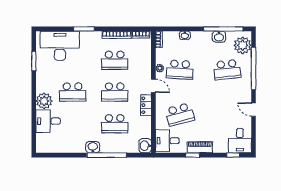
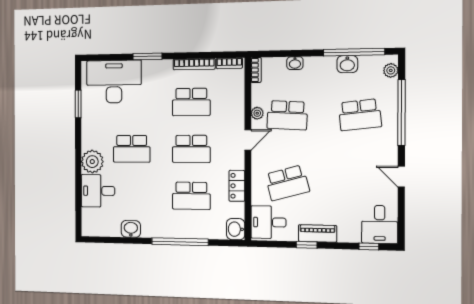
plant: (243, 45) -> (391, 70), width x0.53, depth x0.53
door: (153, 86) -> (248, 140), hinge flipped
locker: (146, 105) -> (237, 186), moved
washbasin: (93, 147) -> (131, 229), moved

